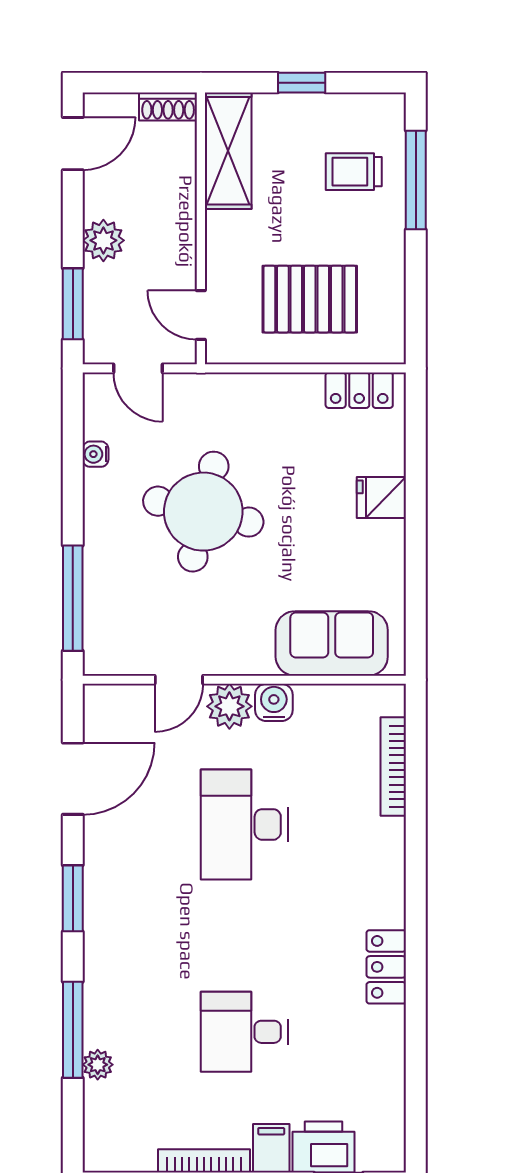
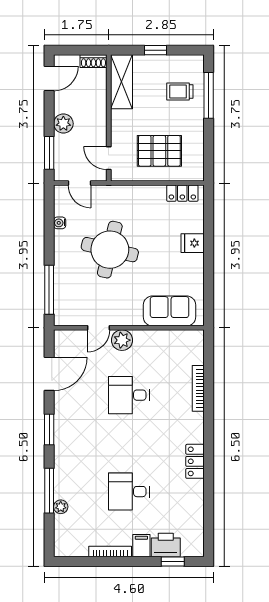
water cooler: (274, 702) -> (143, 338), removed
bookcase: (393, 766) -> (198, 388), moved
desk: (244, 824) -> (129, 395), width x0.73

